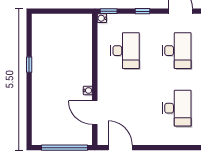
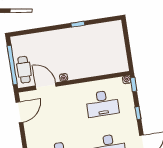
door: (95, 113) -> (46, 86), hinge flipped
cafe table: (72, 135) -> (24, 70), added

